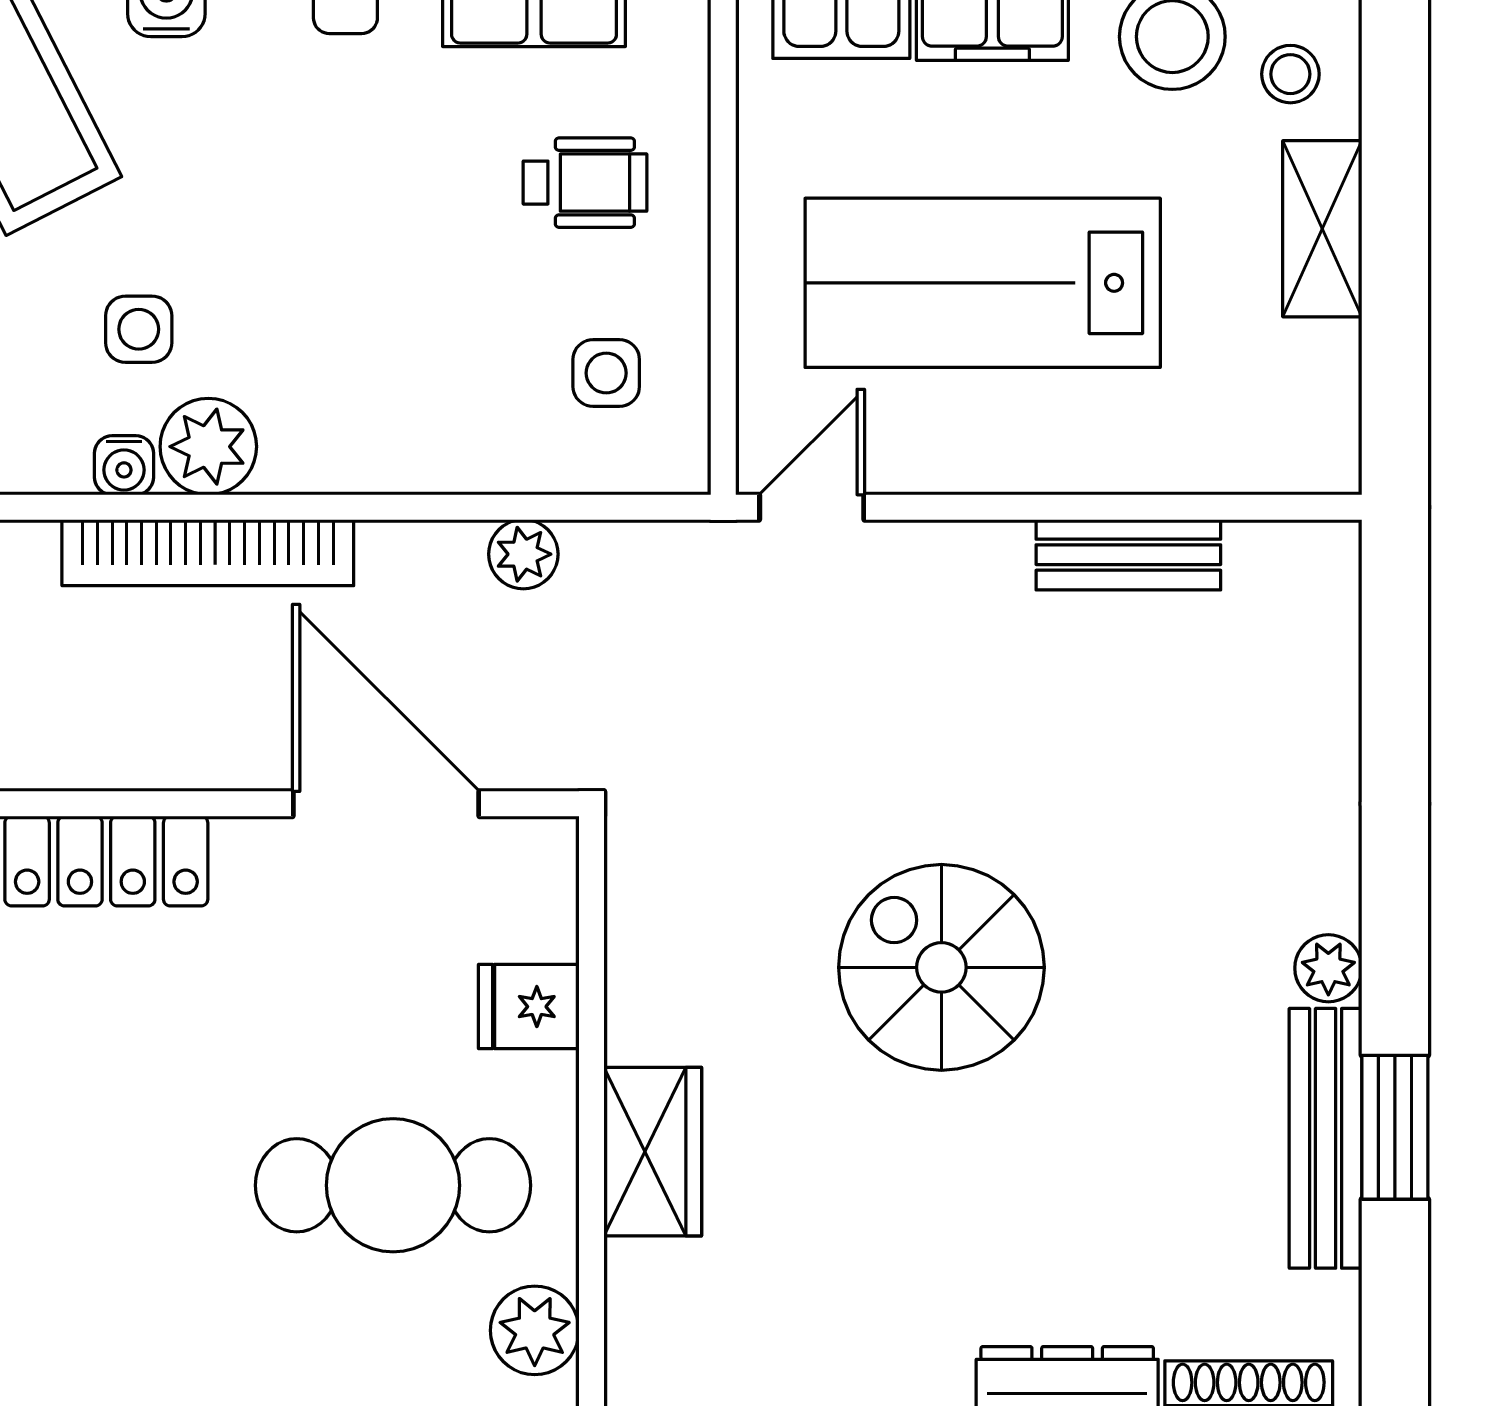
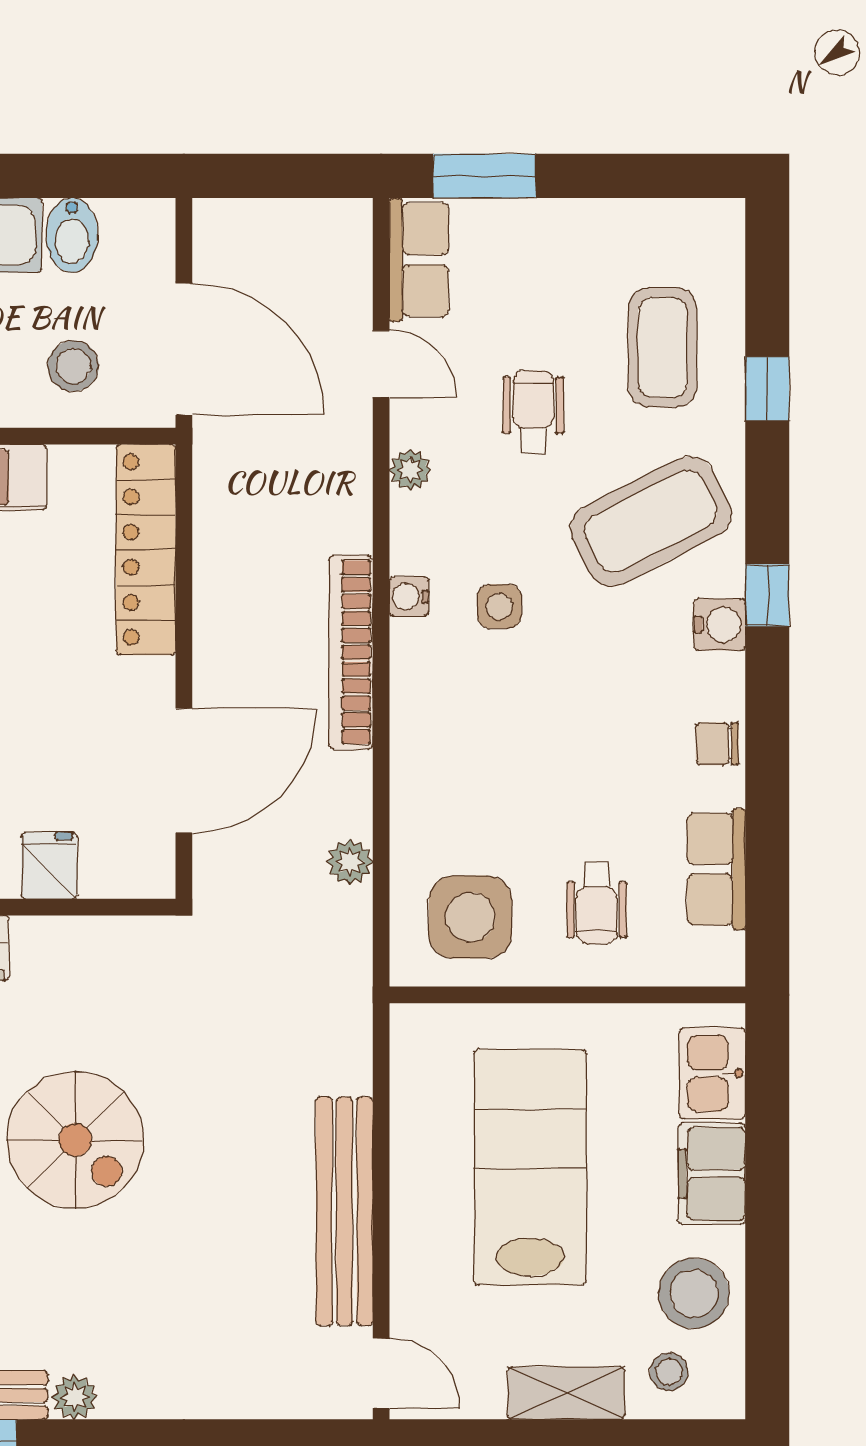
side table: (606, 373) -> (470, 917), width x1.87, depth x1.87
plant: (208, 447) -> (421, 653), removed
door: (812, 507) -> (381, 1373), moved
bench: (1128, 555) -> (344, 1211), width x1.86, depth x1.21
spiral stairs: (941, 967) -> (75, 1140), turned 90

